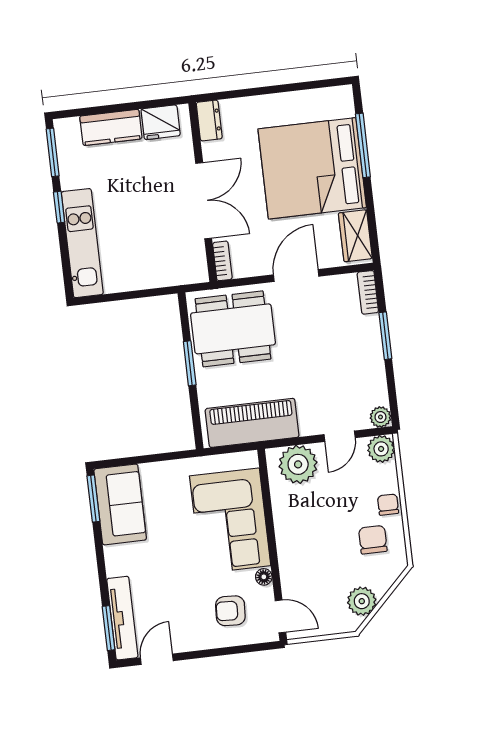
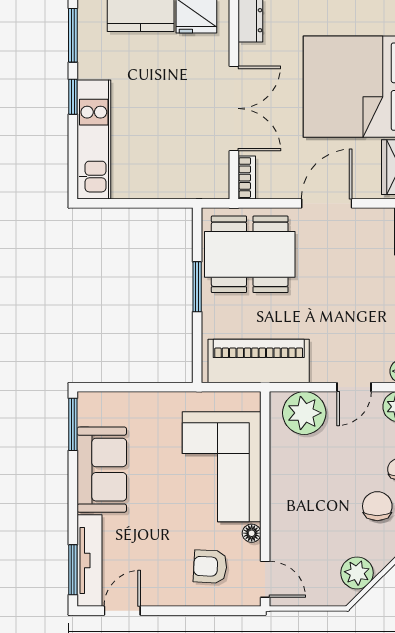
sofa: (120, 504) -> (102, 470), moved

